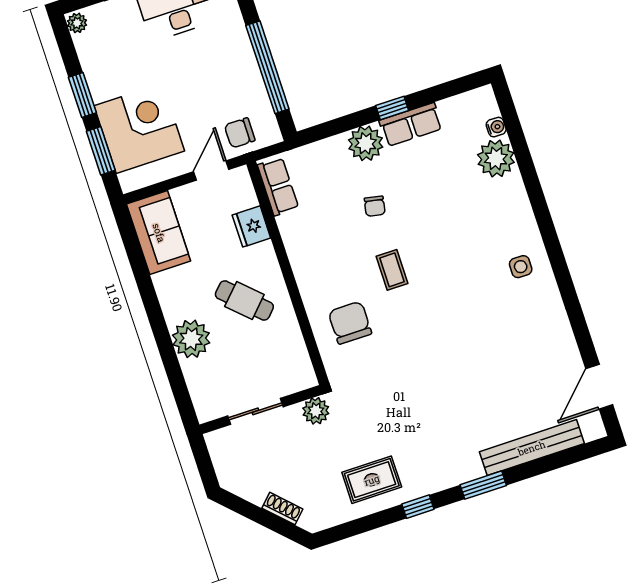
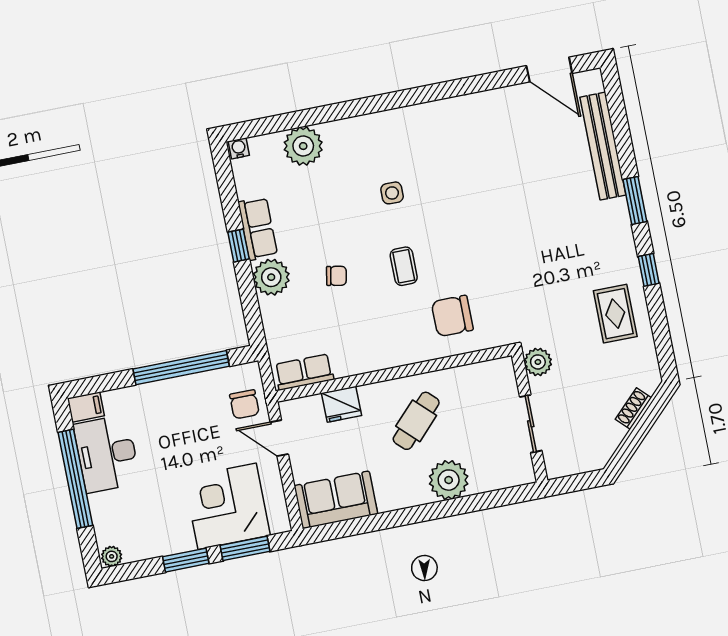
water cooler: (496, 127) -> (239, 148), moved
side table: (521, 267) -> (392, 193), moved
coffee table: (392, 270) -> (404, 266), turned 90

